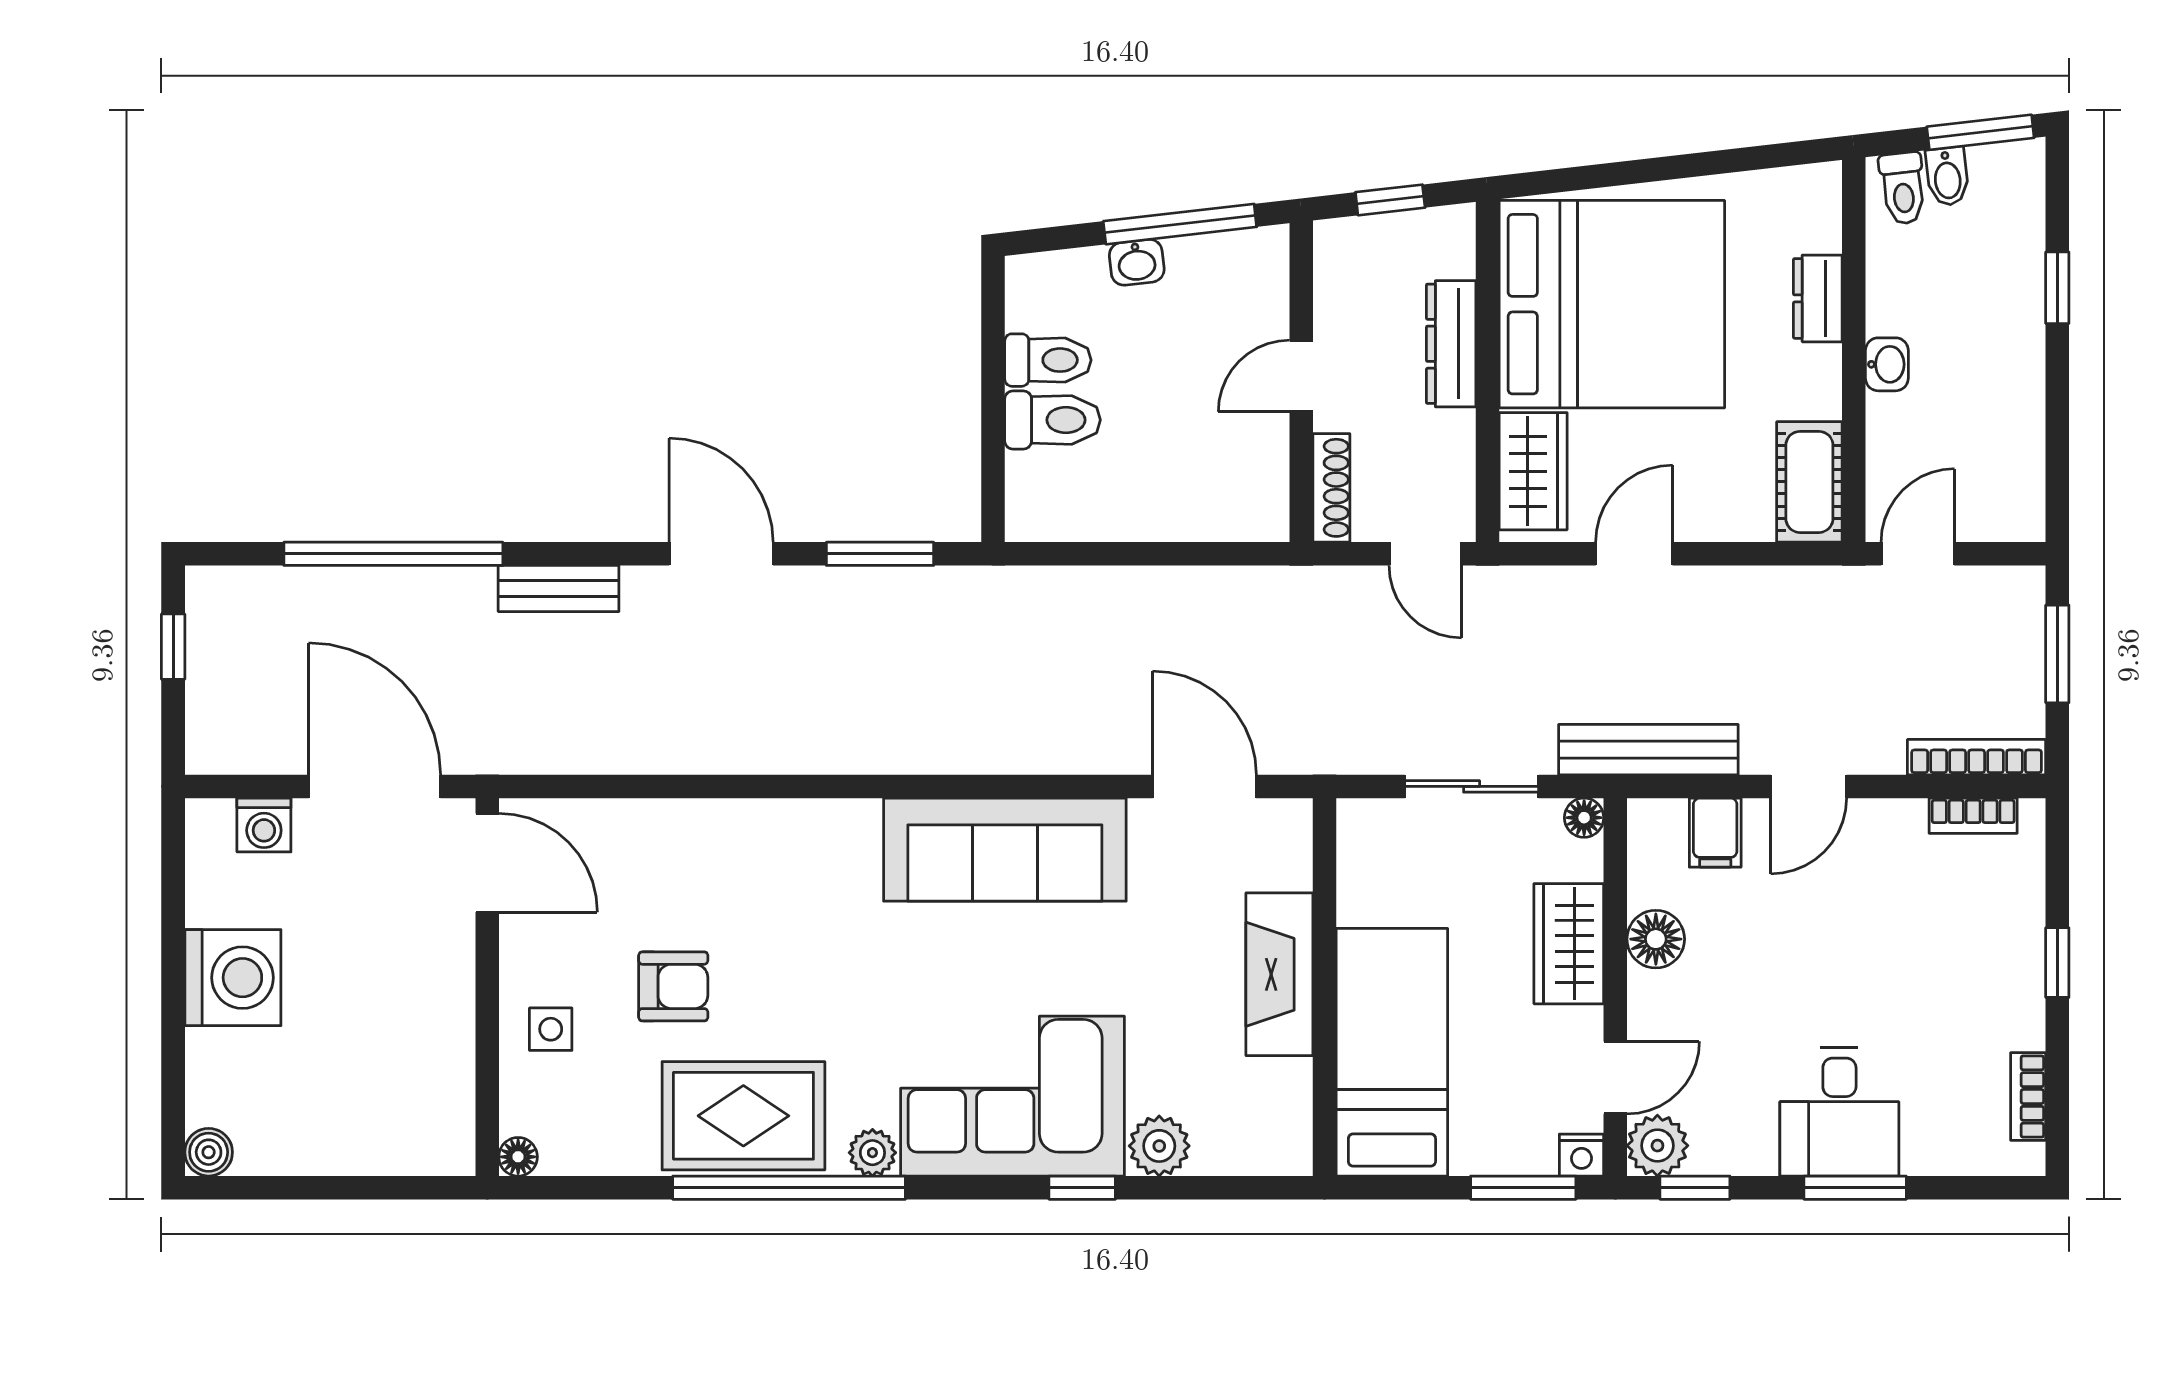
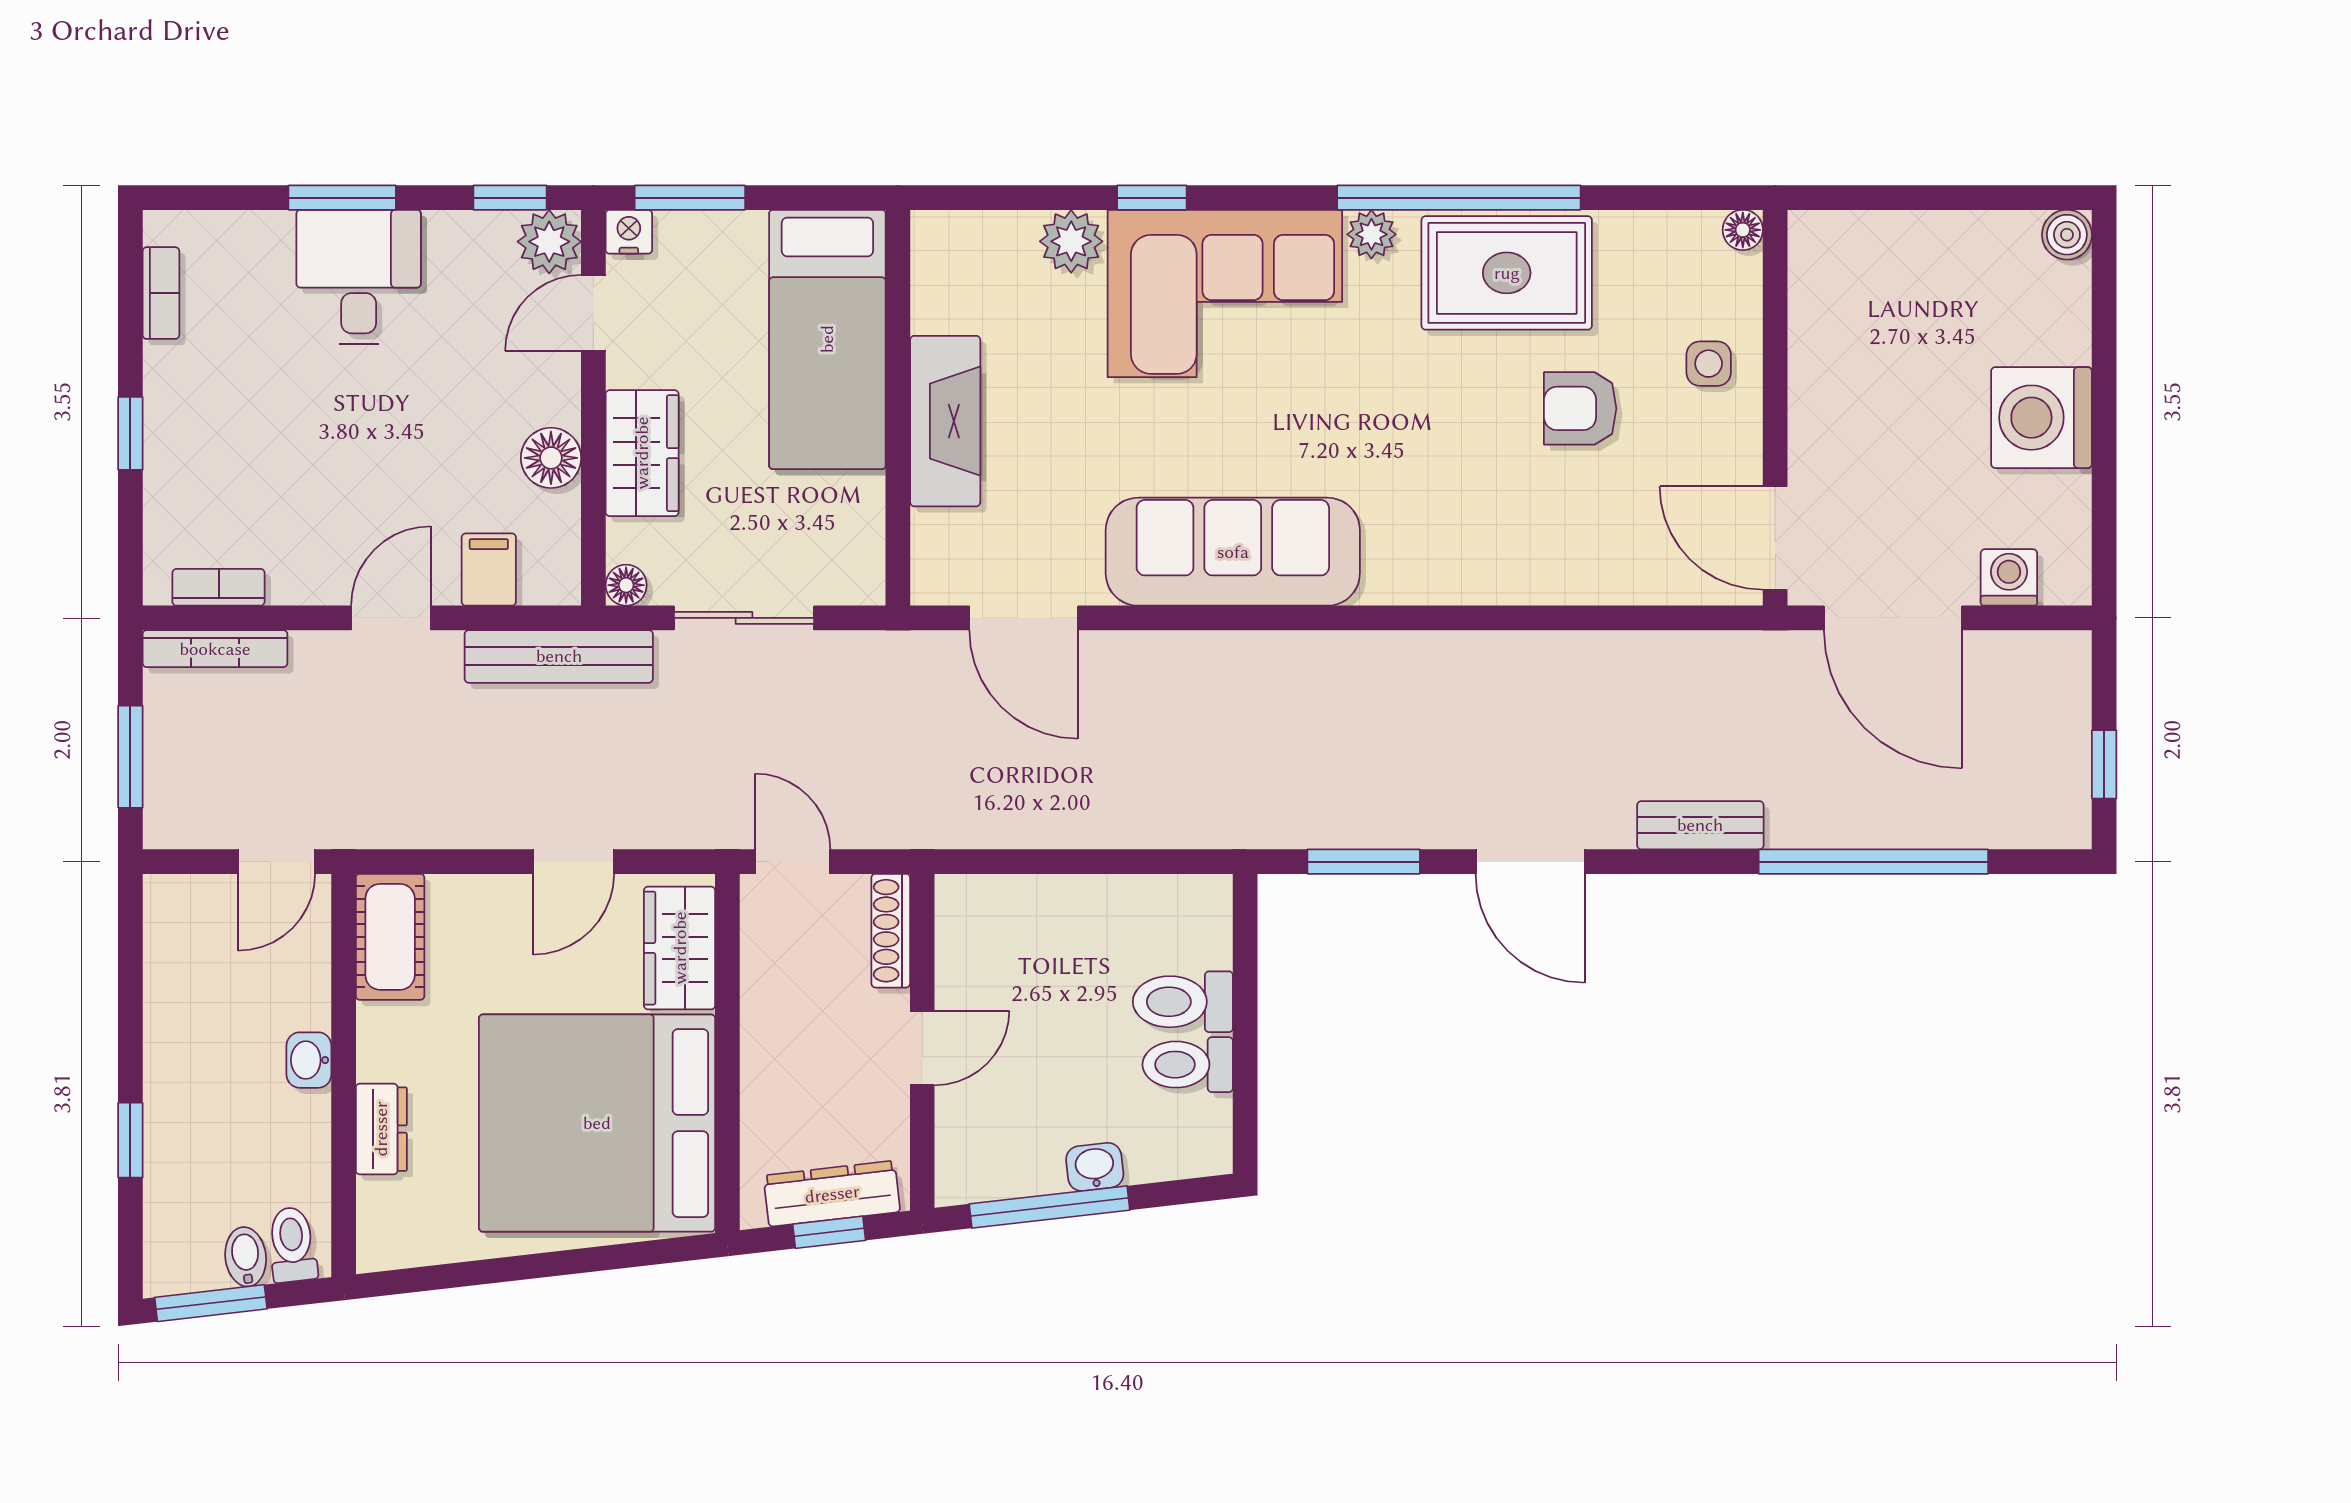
dresser: (1451, 344) -> (832, 1194), moved, turned -97

